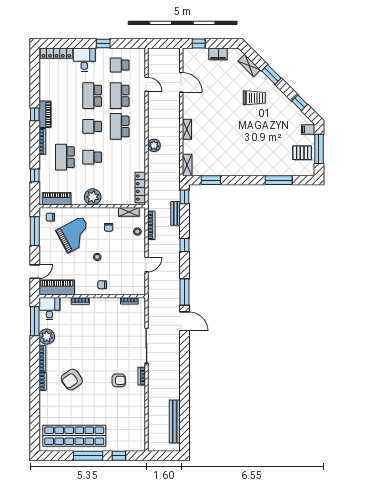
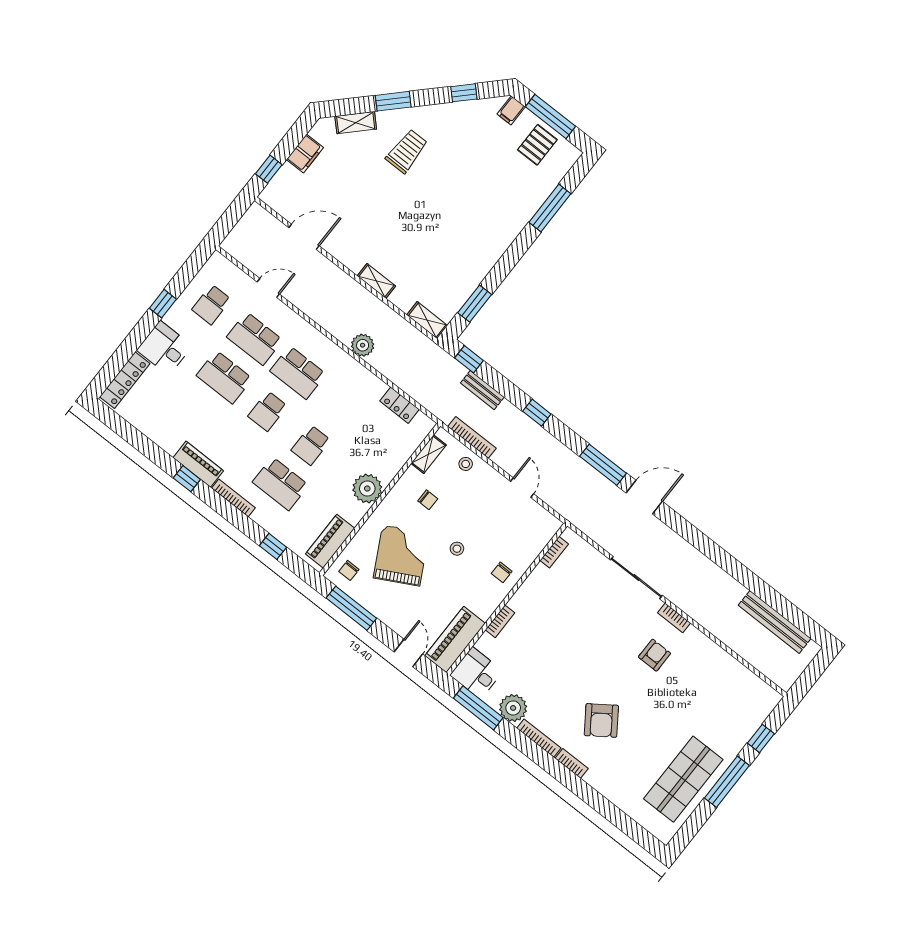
locker: (140, 188) -> (399, 405), width x0.66
shop shelf: (74, 436) -> (683, 779), width x0.71

